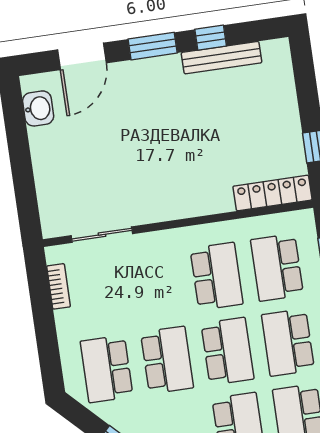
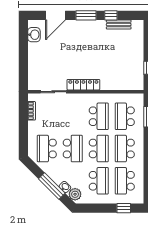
bench: (222, 58) -> (119, 25), width x0.73
locker: (272, 193) -> (83, 85), moved

